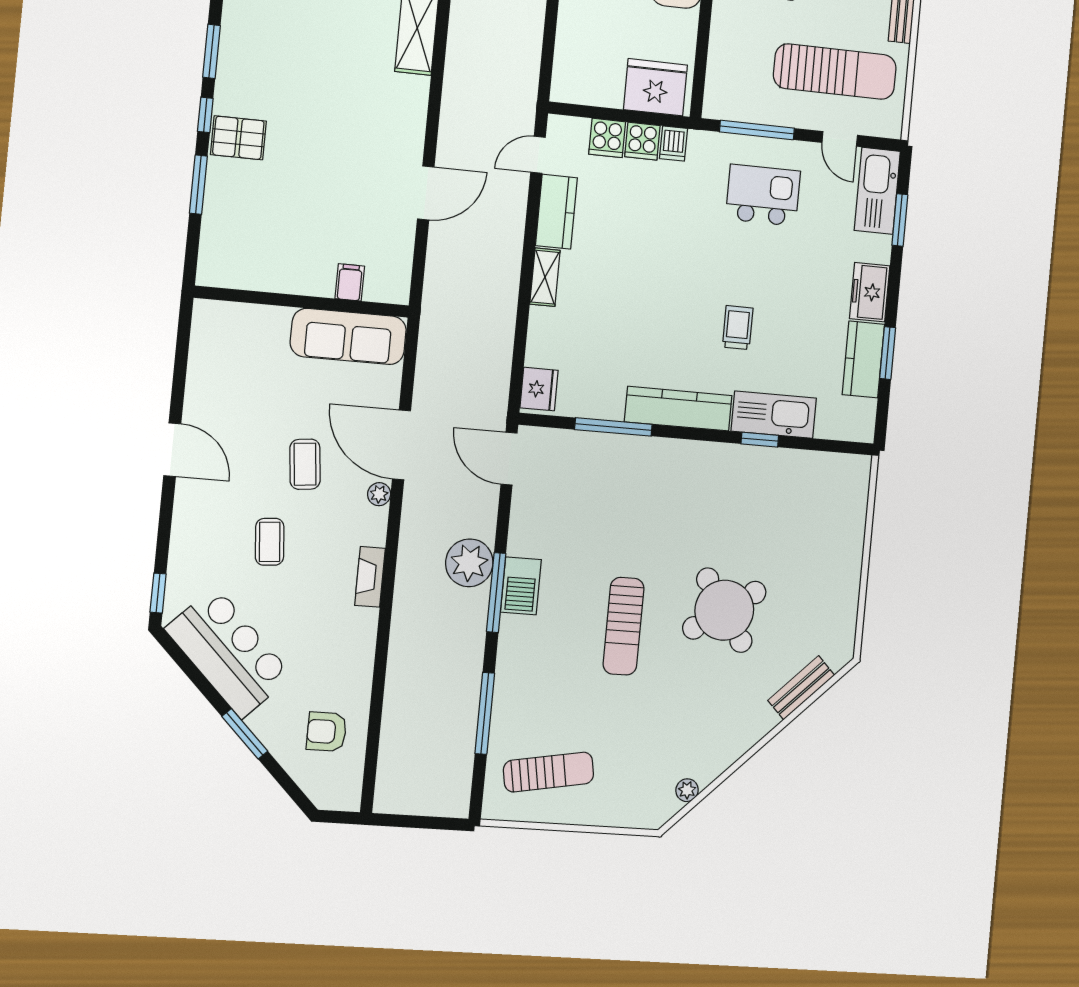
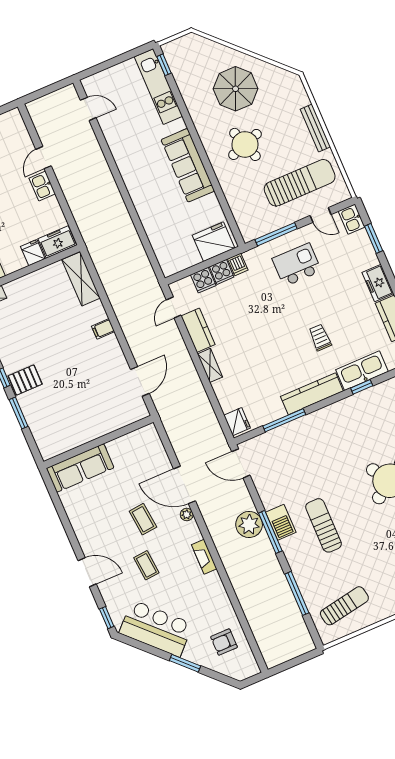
kitchen sink: (877, 191) -> (352, 219), width x0.53, depth x0.81
door: (426, 193) -> (140, 381), moved
filing cabinet: (350, 282) -> (103, 329), moved, turned -90
sofa: (348, 336) -> (80, 468), moved
door: (172, 450) -> (87, 572), moved
sun lounger: (624, 626) -> (324, 525), moved, turned 180

